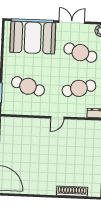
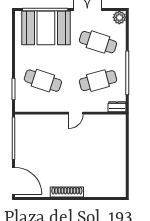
shoe rack: (72, 191) -> (67, 192), moved

